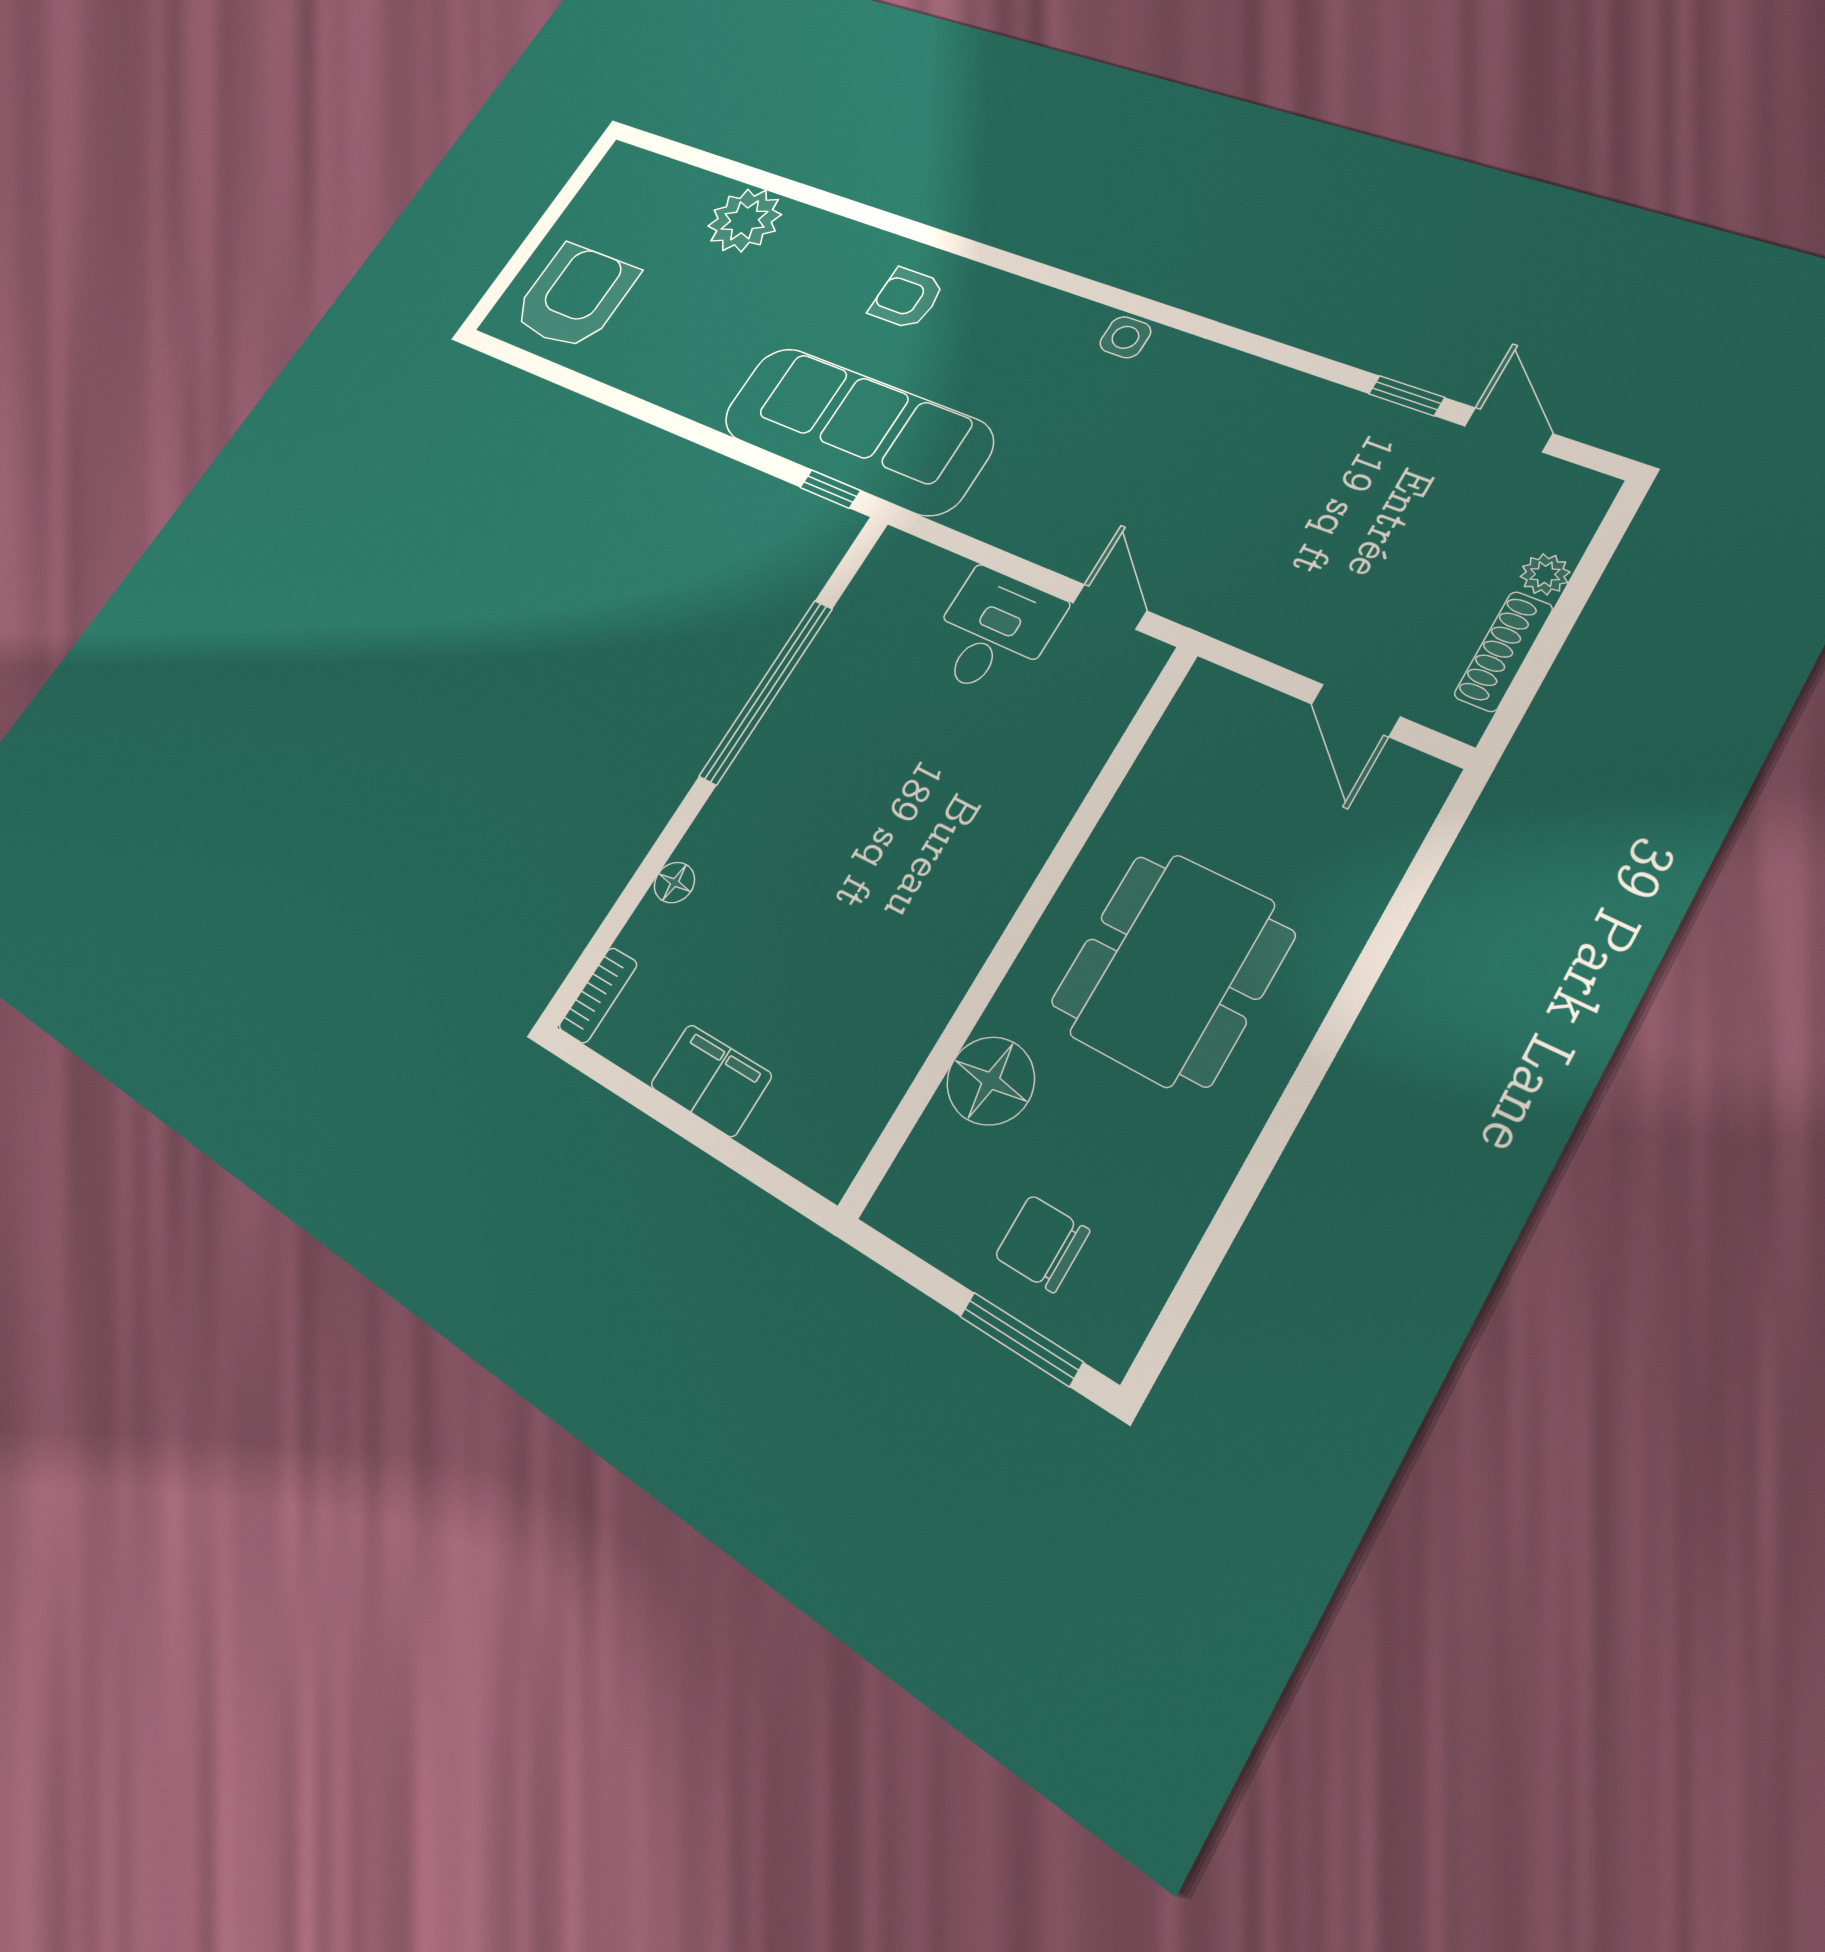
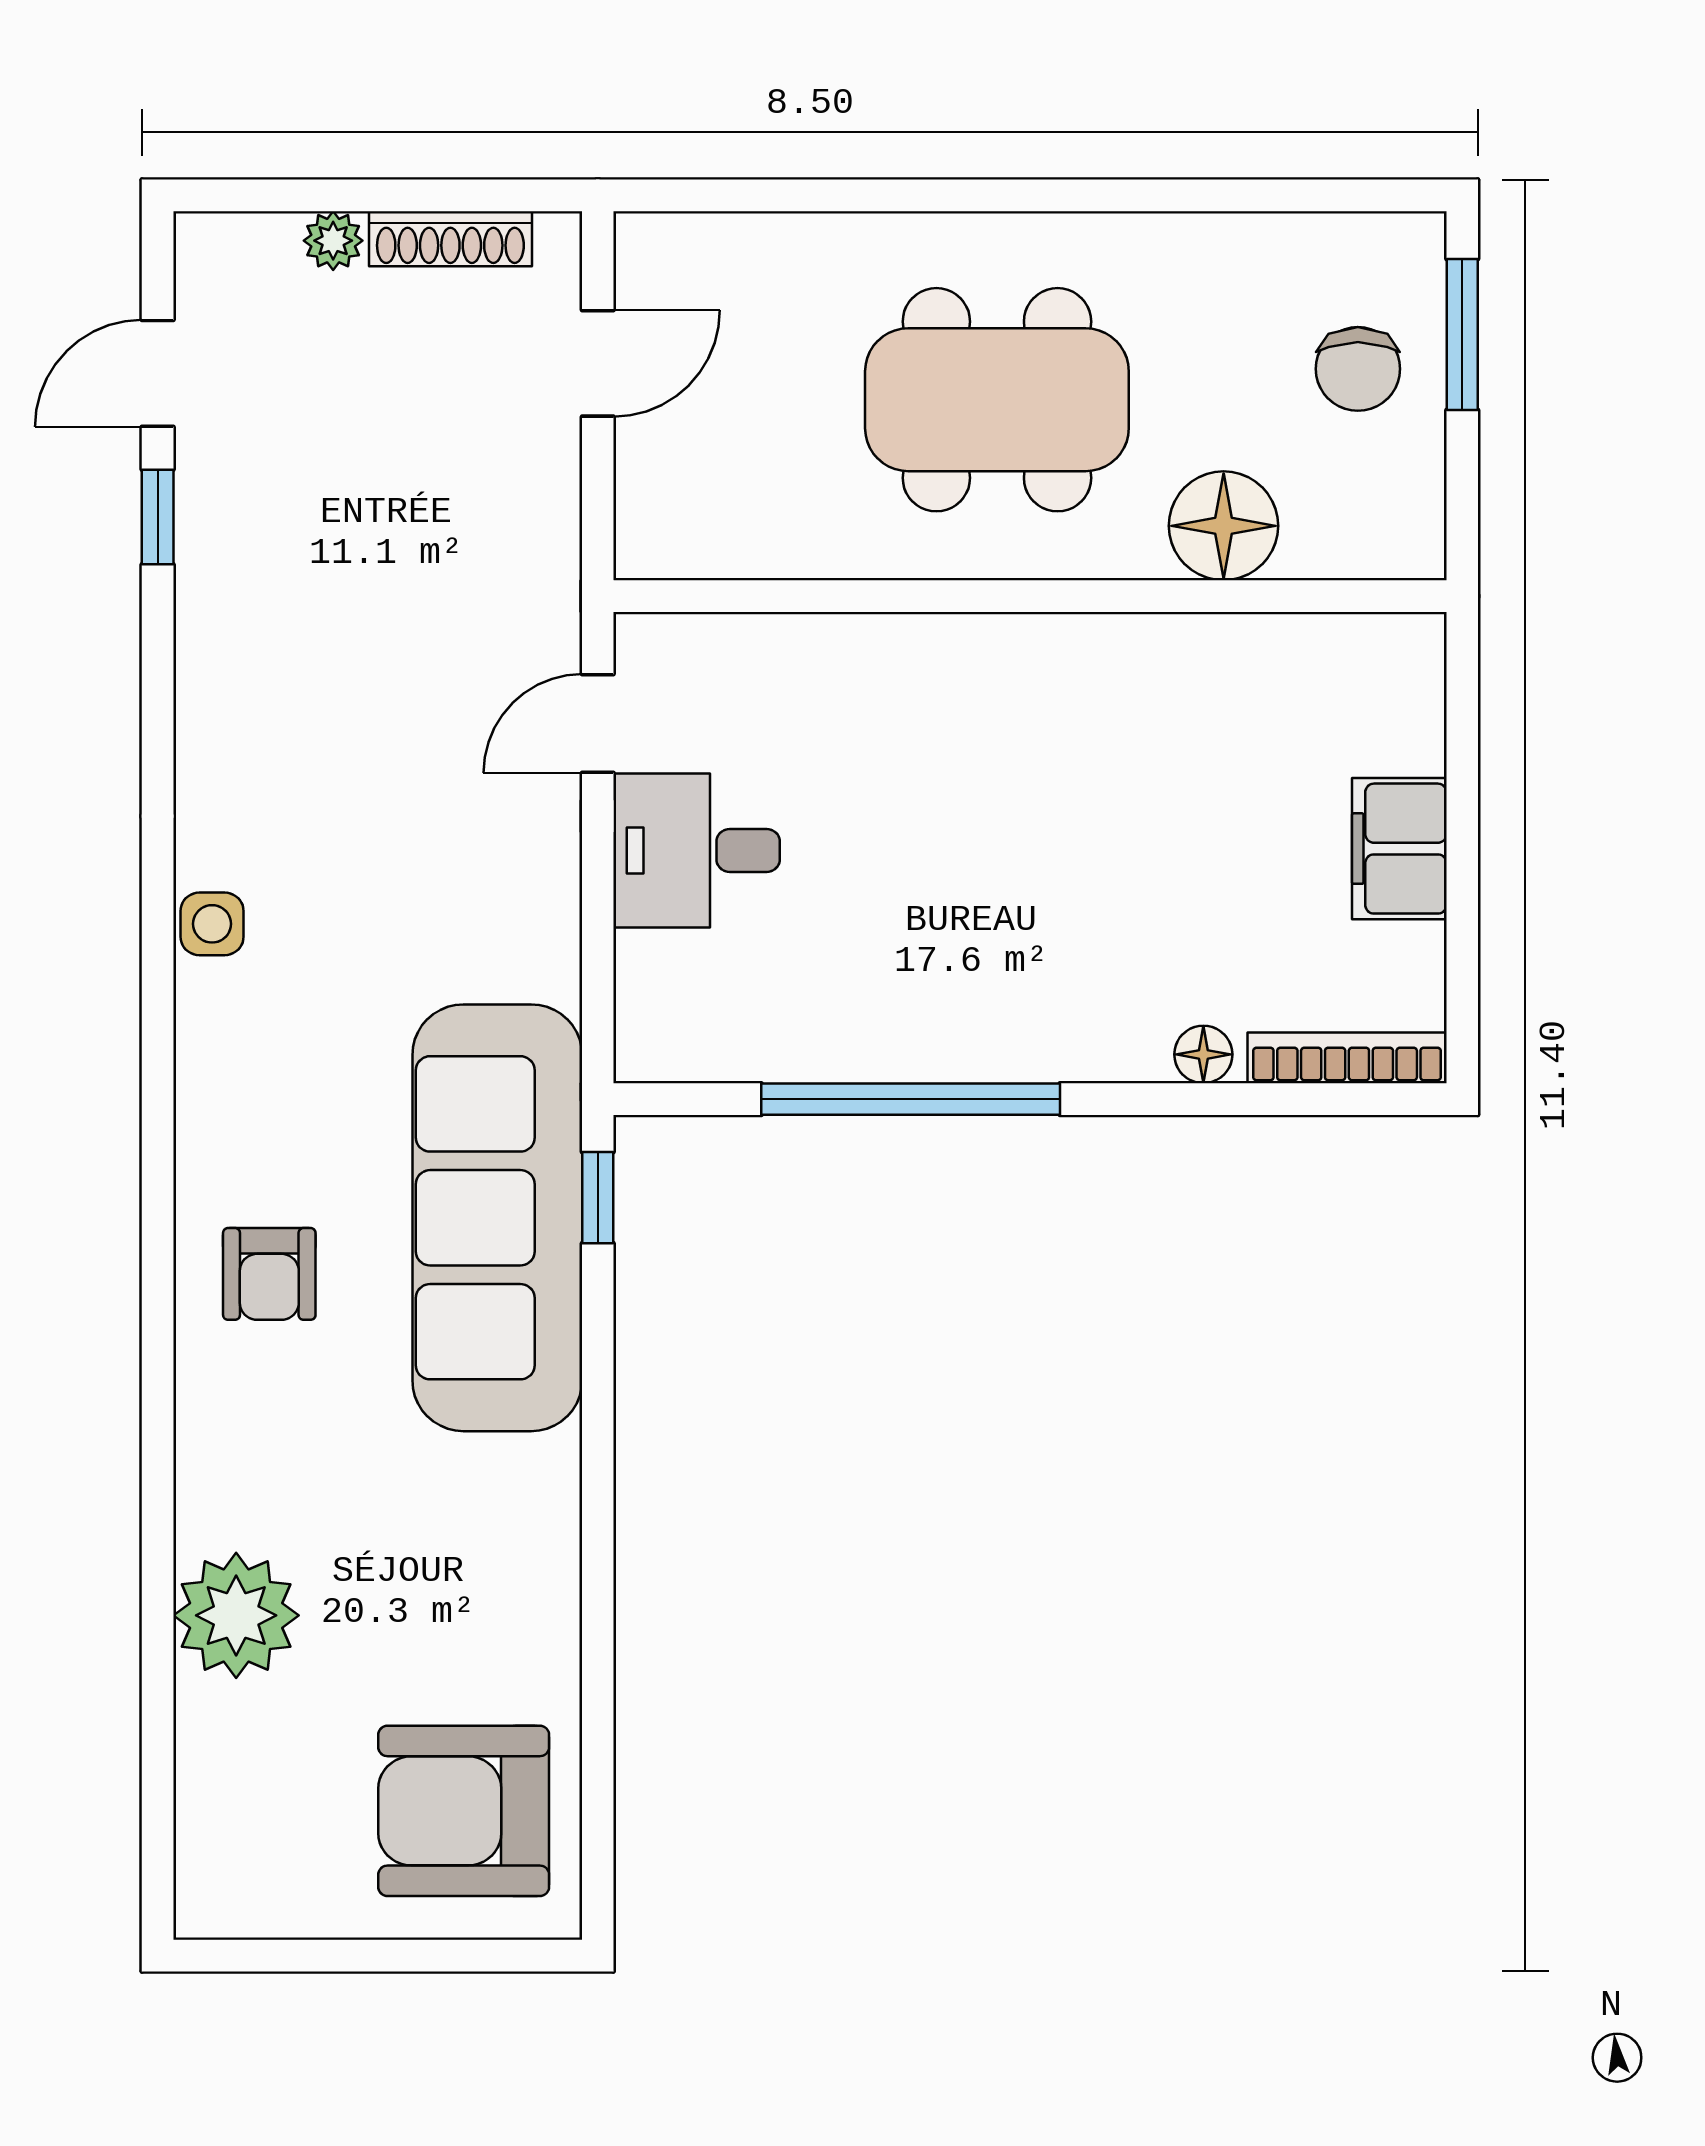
bookcase: (598, 995) -> (1347, 1058), width x1.56

